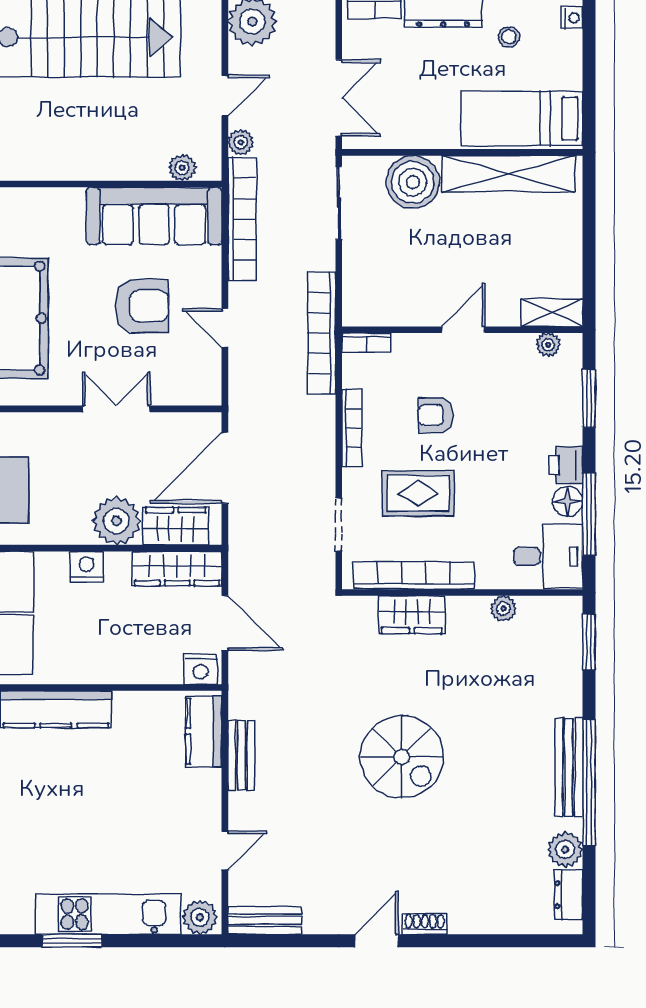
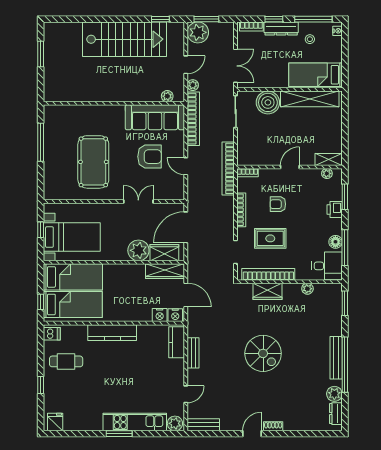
printer: (566, 465) -> (335, 209), moved
nightstand: (87, 567) -> (160, 315), moved, turned 180

